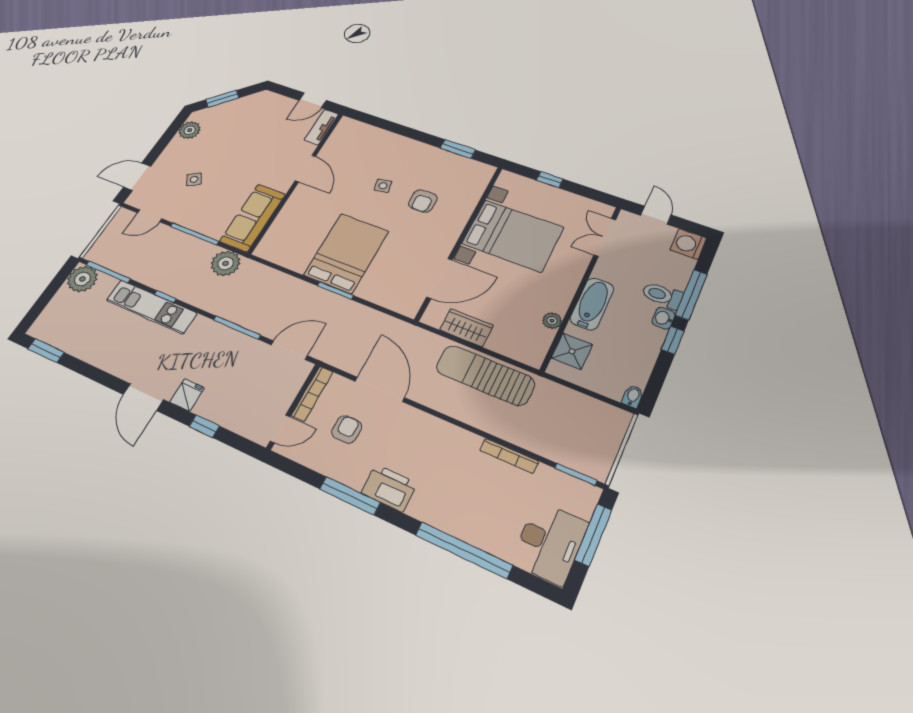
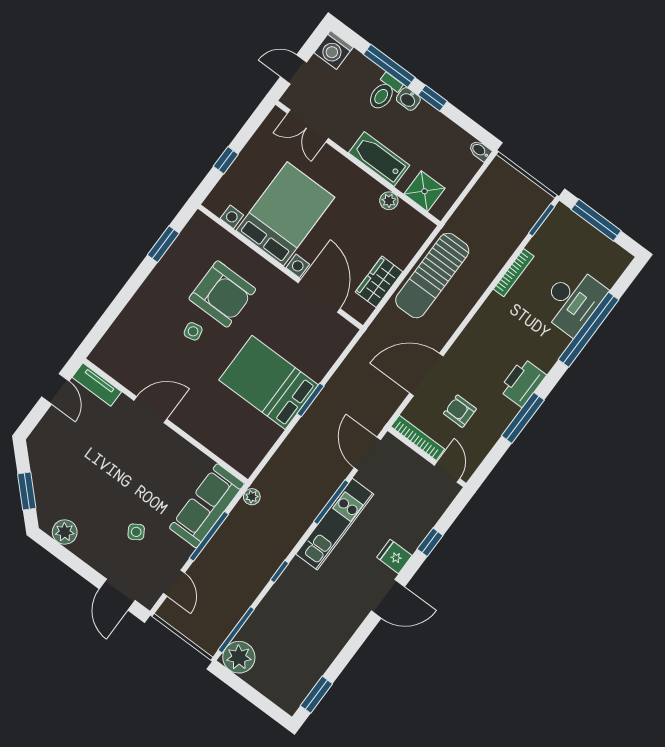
armchair: (423, 201) -> (222, 294), width x1.88, depth x1.88
sofa: (253, 218) -> (207, 506), moved, turned 90
plant: (226, 263) -> (252, 497), width x0.53, depth x0.53
kitchen unit: (151, 307) -> (335, 524), moved
desk: (550, 542) -> (573, 300), moved, turned 90

